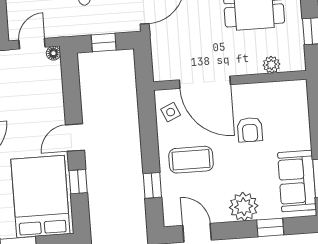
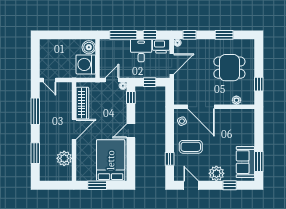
armchair: (250, 130) -> (223, 133), removed
window: (78, 182) -> (131, 98), moved

